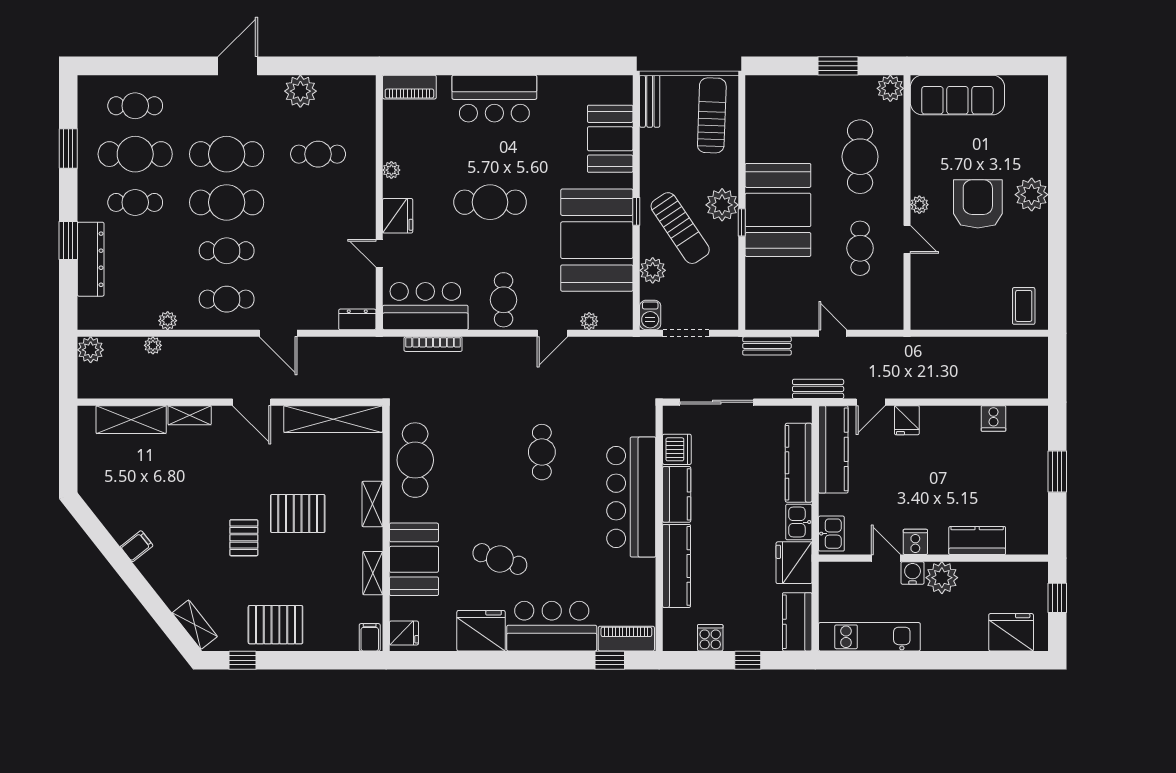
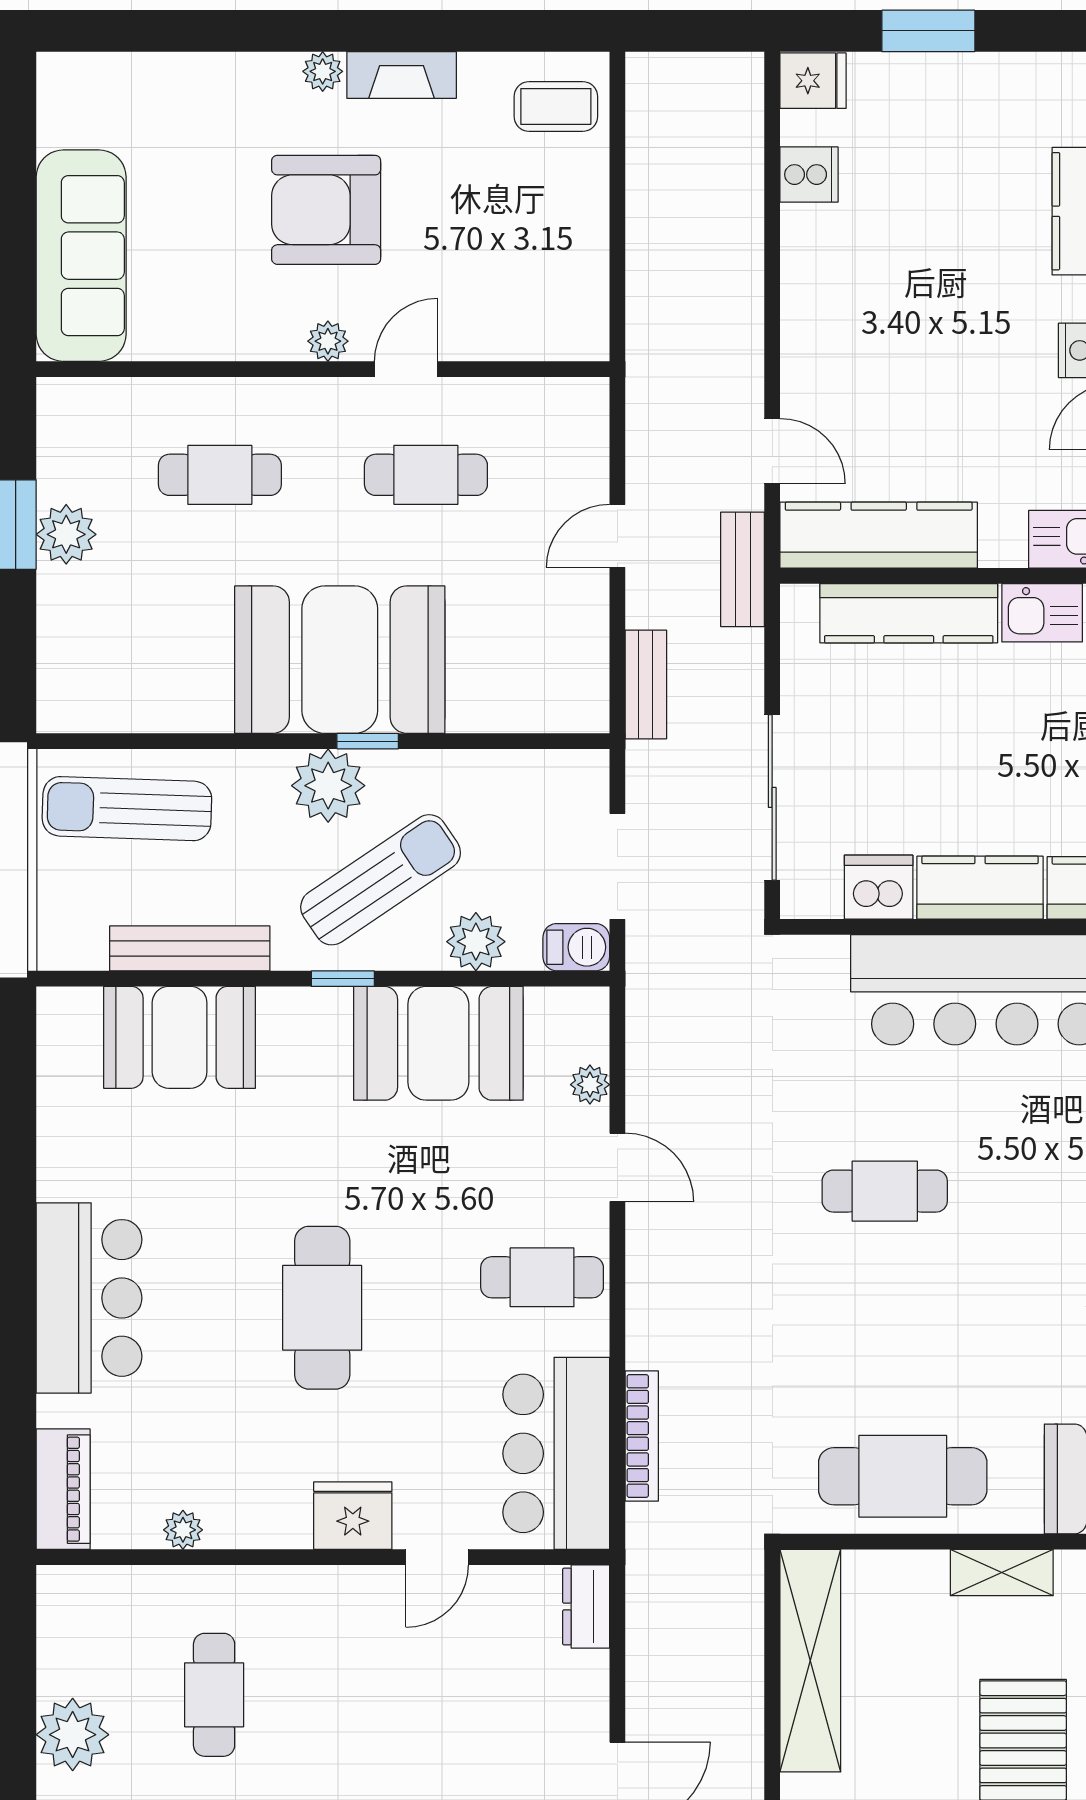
plant: (890, 88) -> (66, 534), moved
bench: (650, 101) -> (190, 948), moved, width x1.36
cafe table: (860, 157) -> (220, 475), width x0.73, depth x0.74
plant: (391, 170) -> (183, 1530), moved
plant: (1032, 195) -> (323, 71), width x0.53, depth x0.53
fireplace: (1038, 237) -> (402, 75), added
booth: (597, 240) -> (438, 1043), width x0.73, depth x0.70
fridge: (907, 420) -> (813, 81), moved

